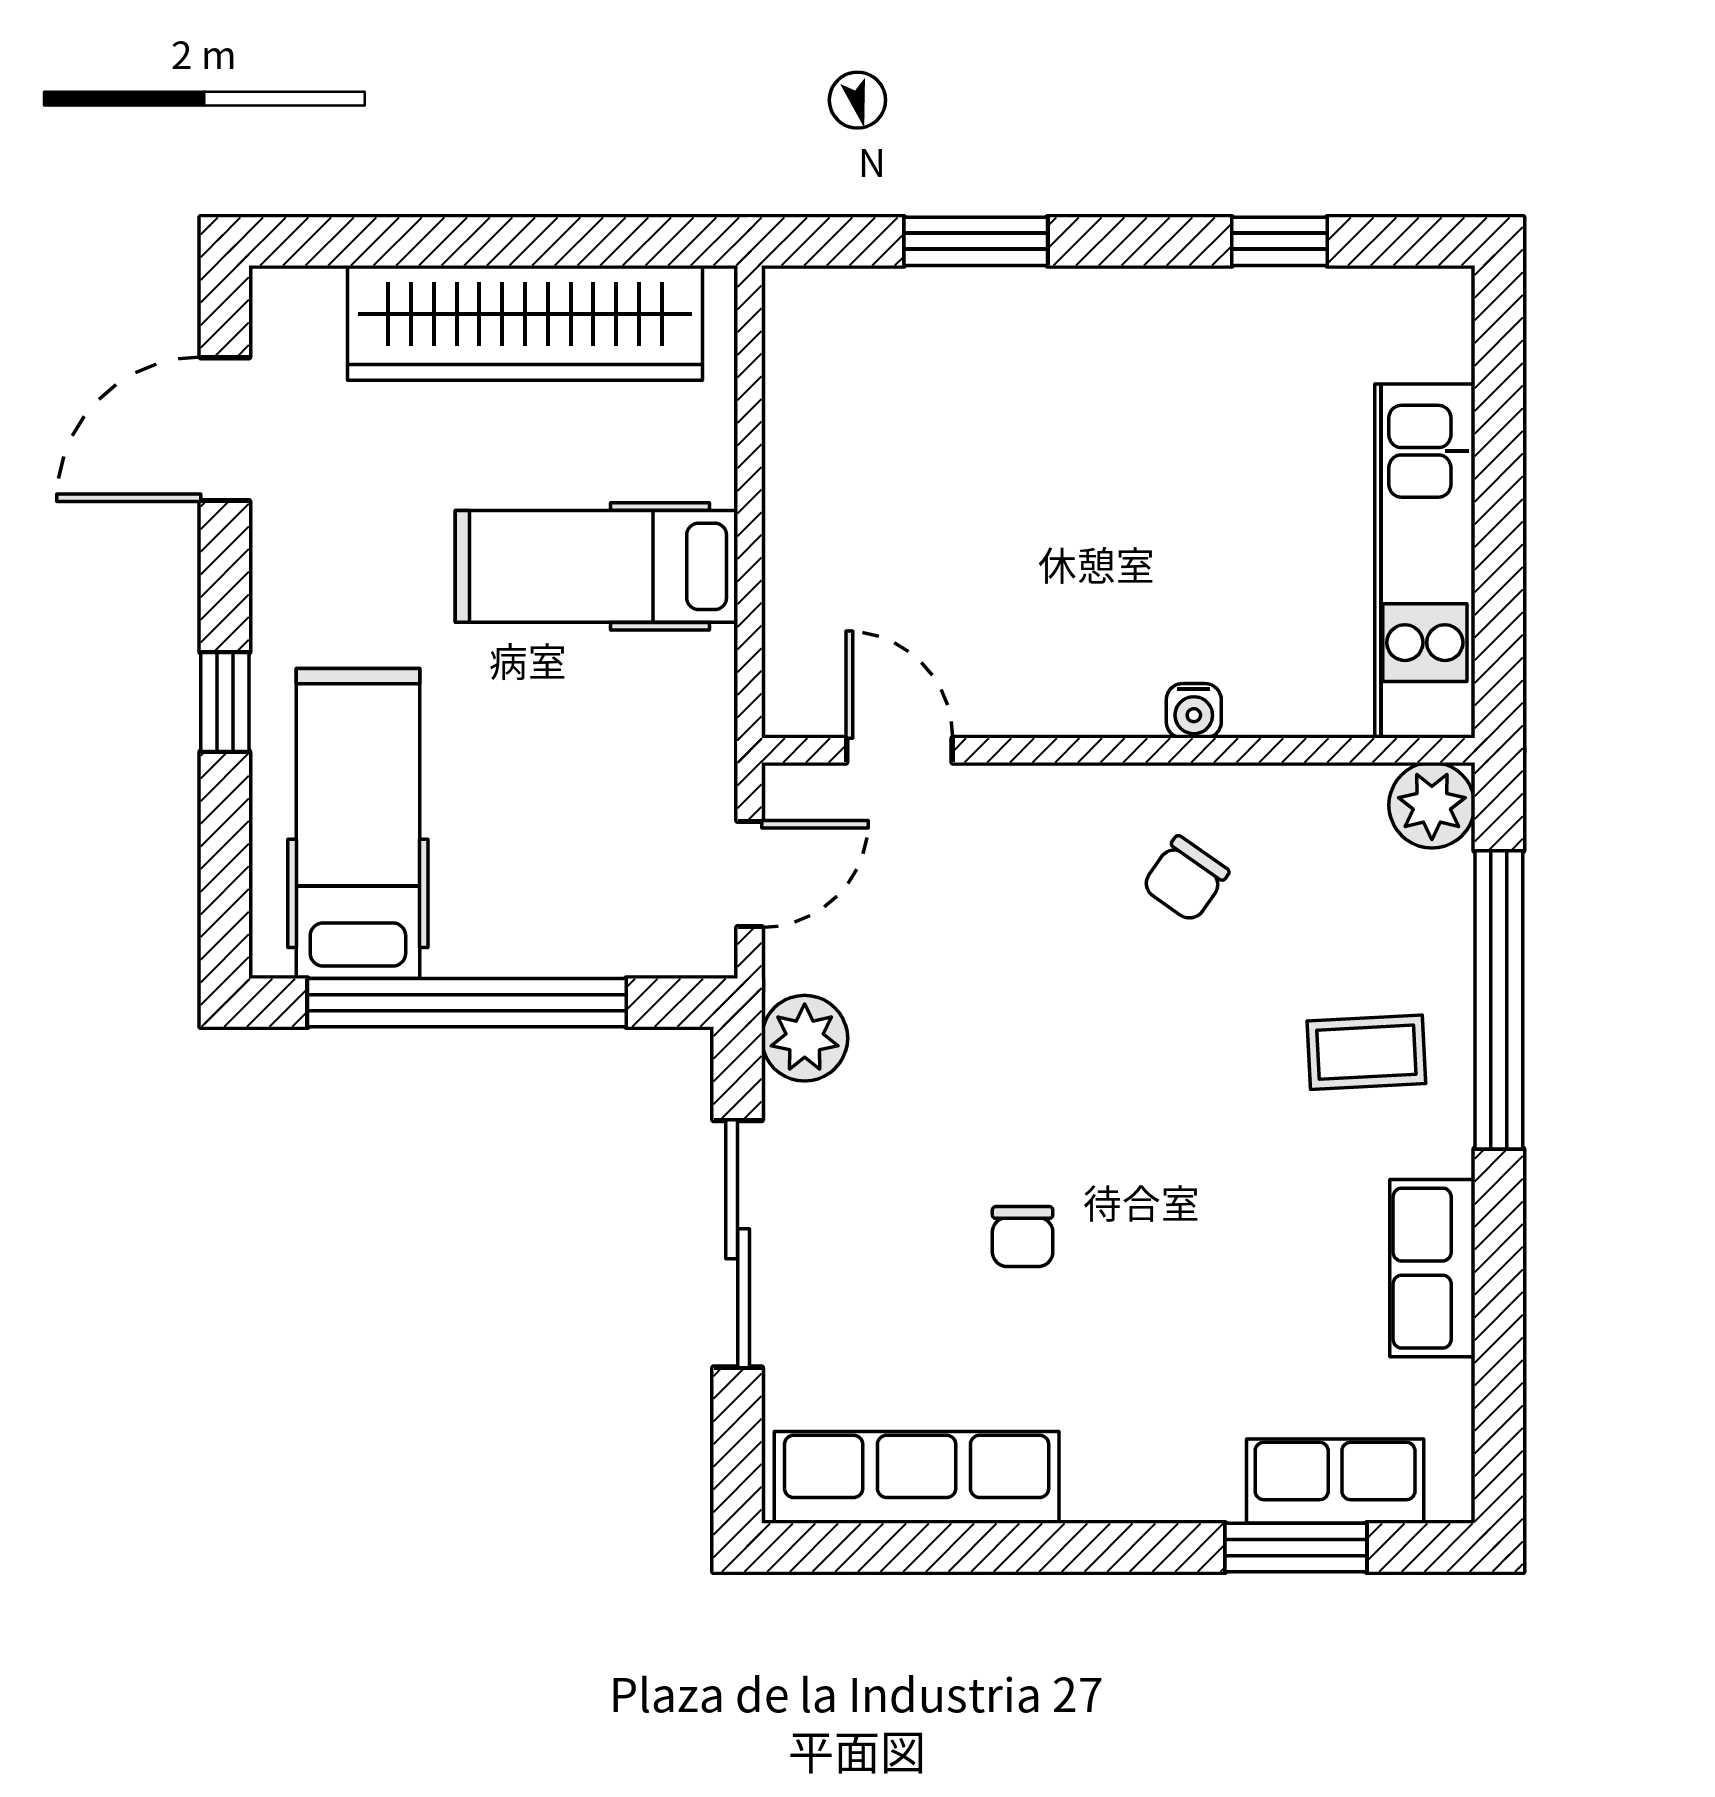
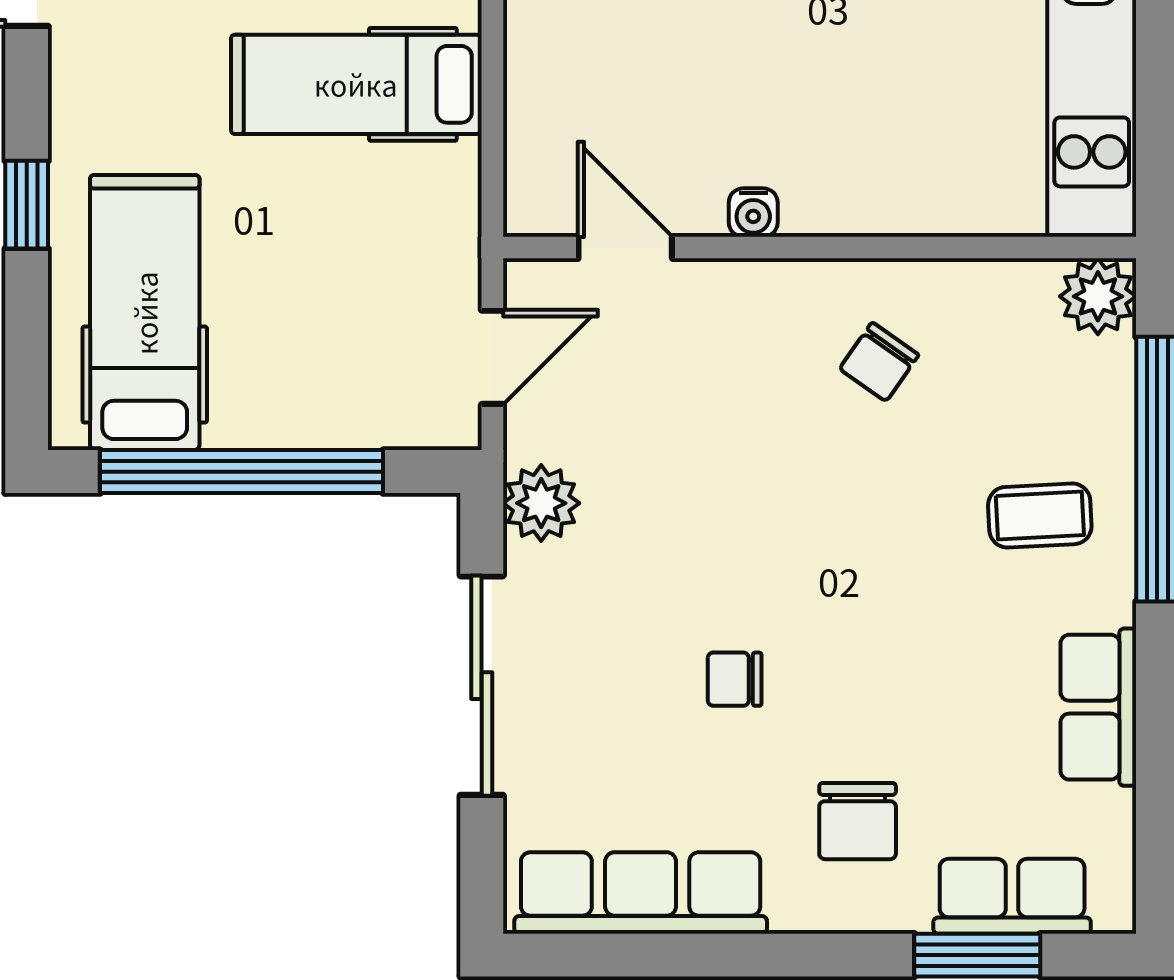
water cooler: (1194, 711) -> (753, 213), moved
chair: (1023, 1237) -> (735, 679), turned 90
chair: (1161, 1396) -> (858, 821), added

